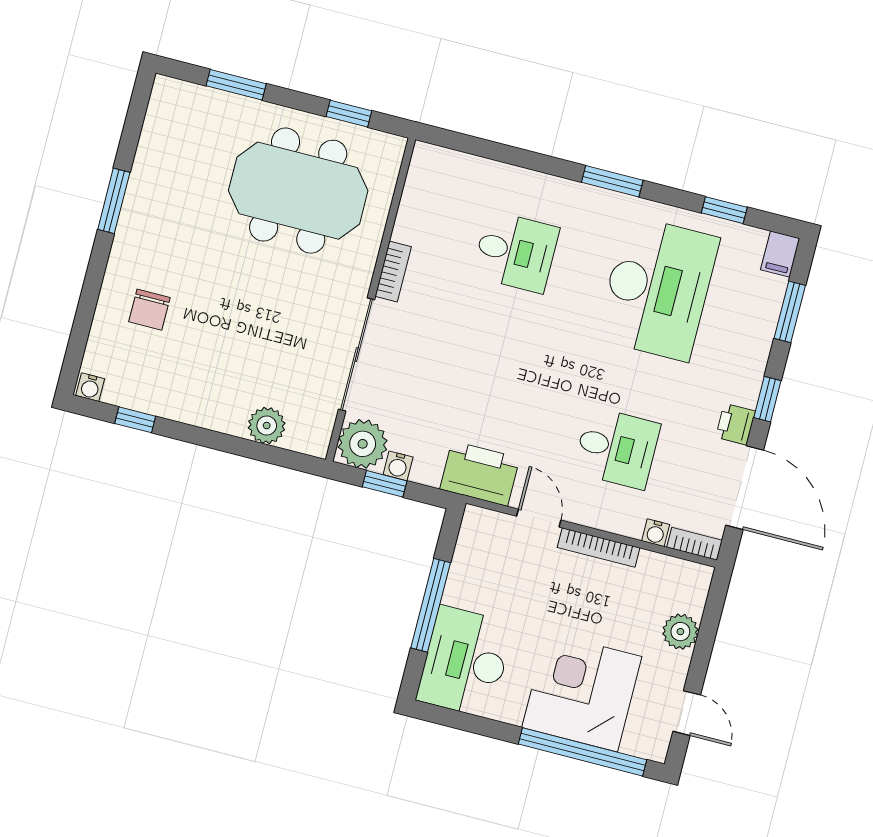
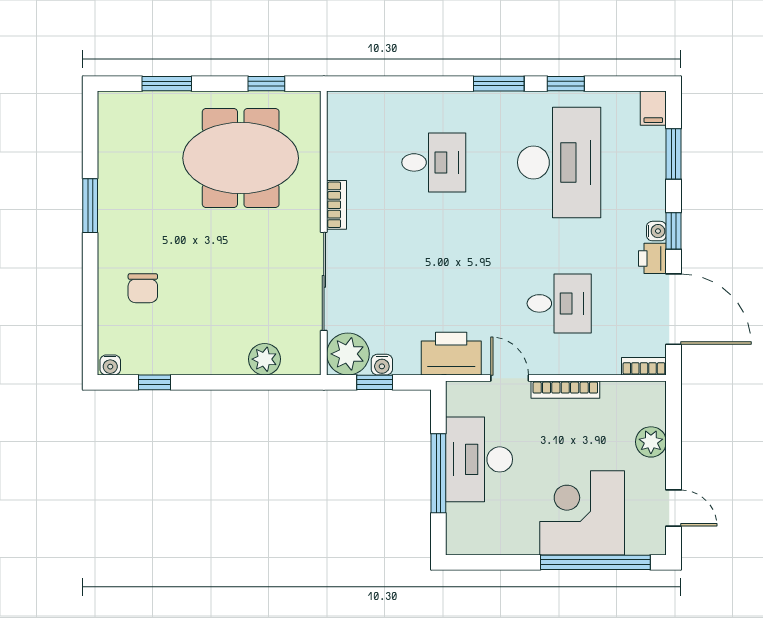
window: (724, 210) -> (566, 84), moved
water cooler: (656, 533) -> (656, 231), moved, turned -90
desk: (465, 662) -> (479, 459), moved

